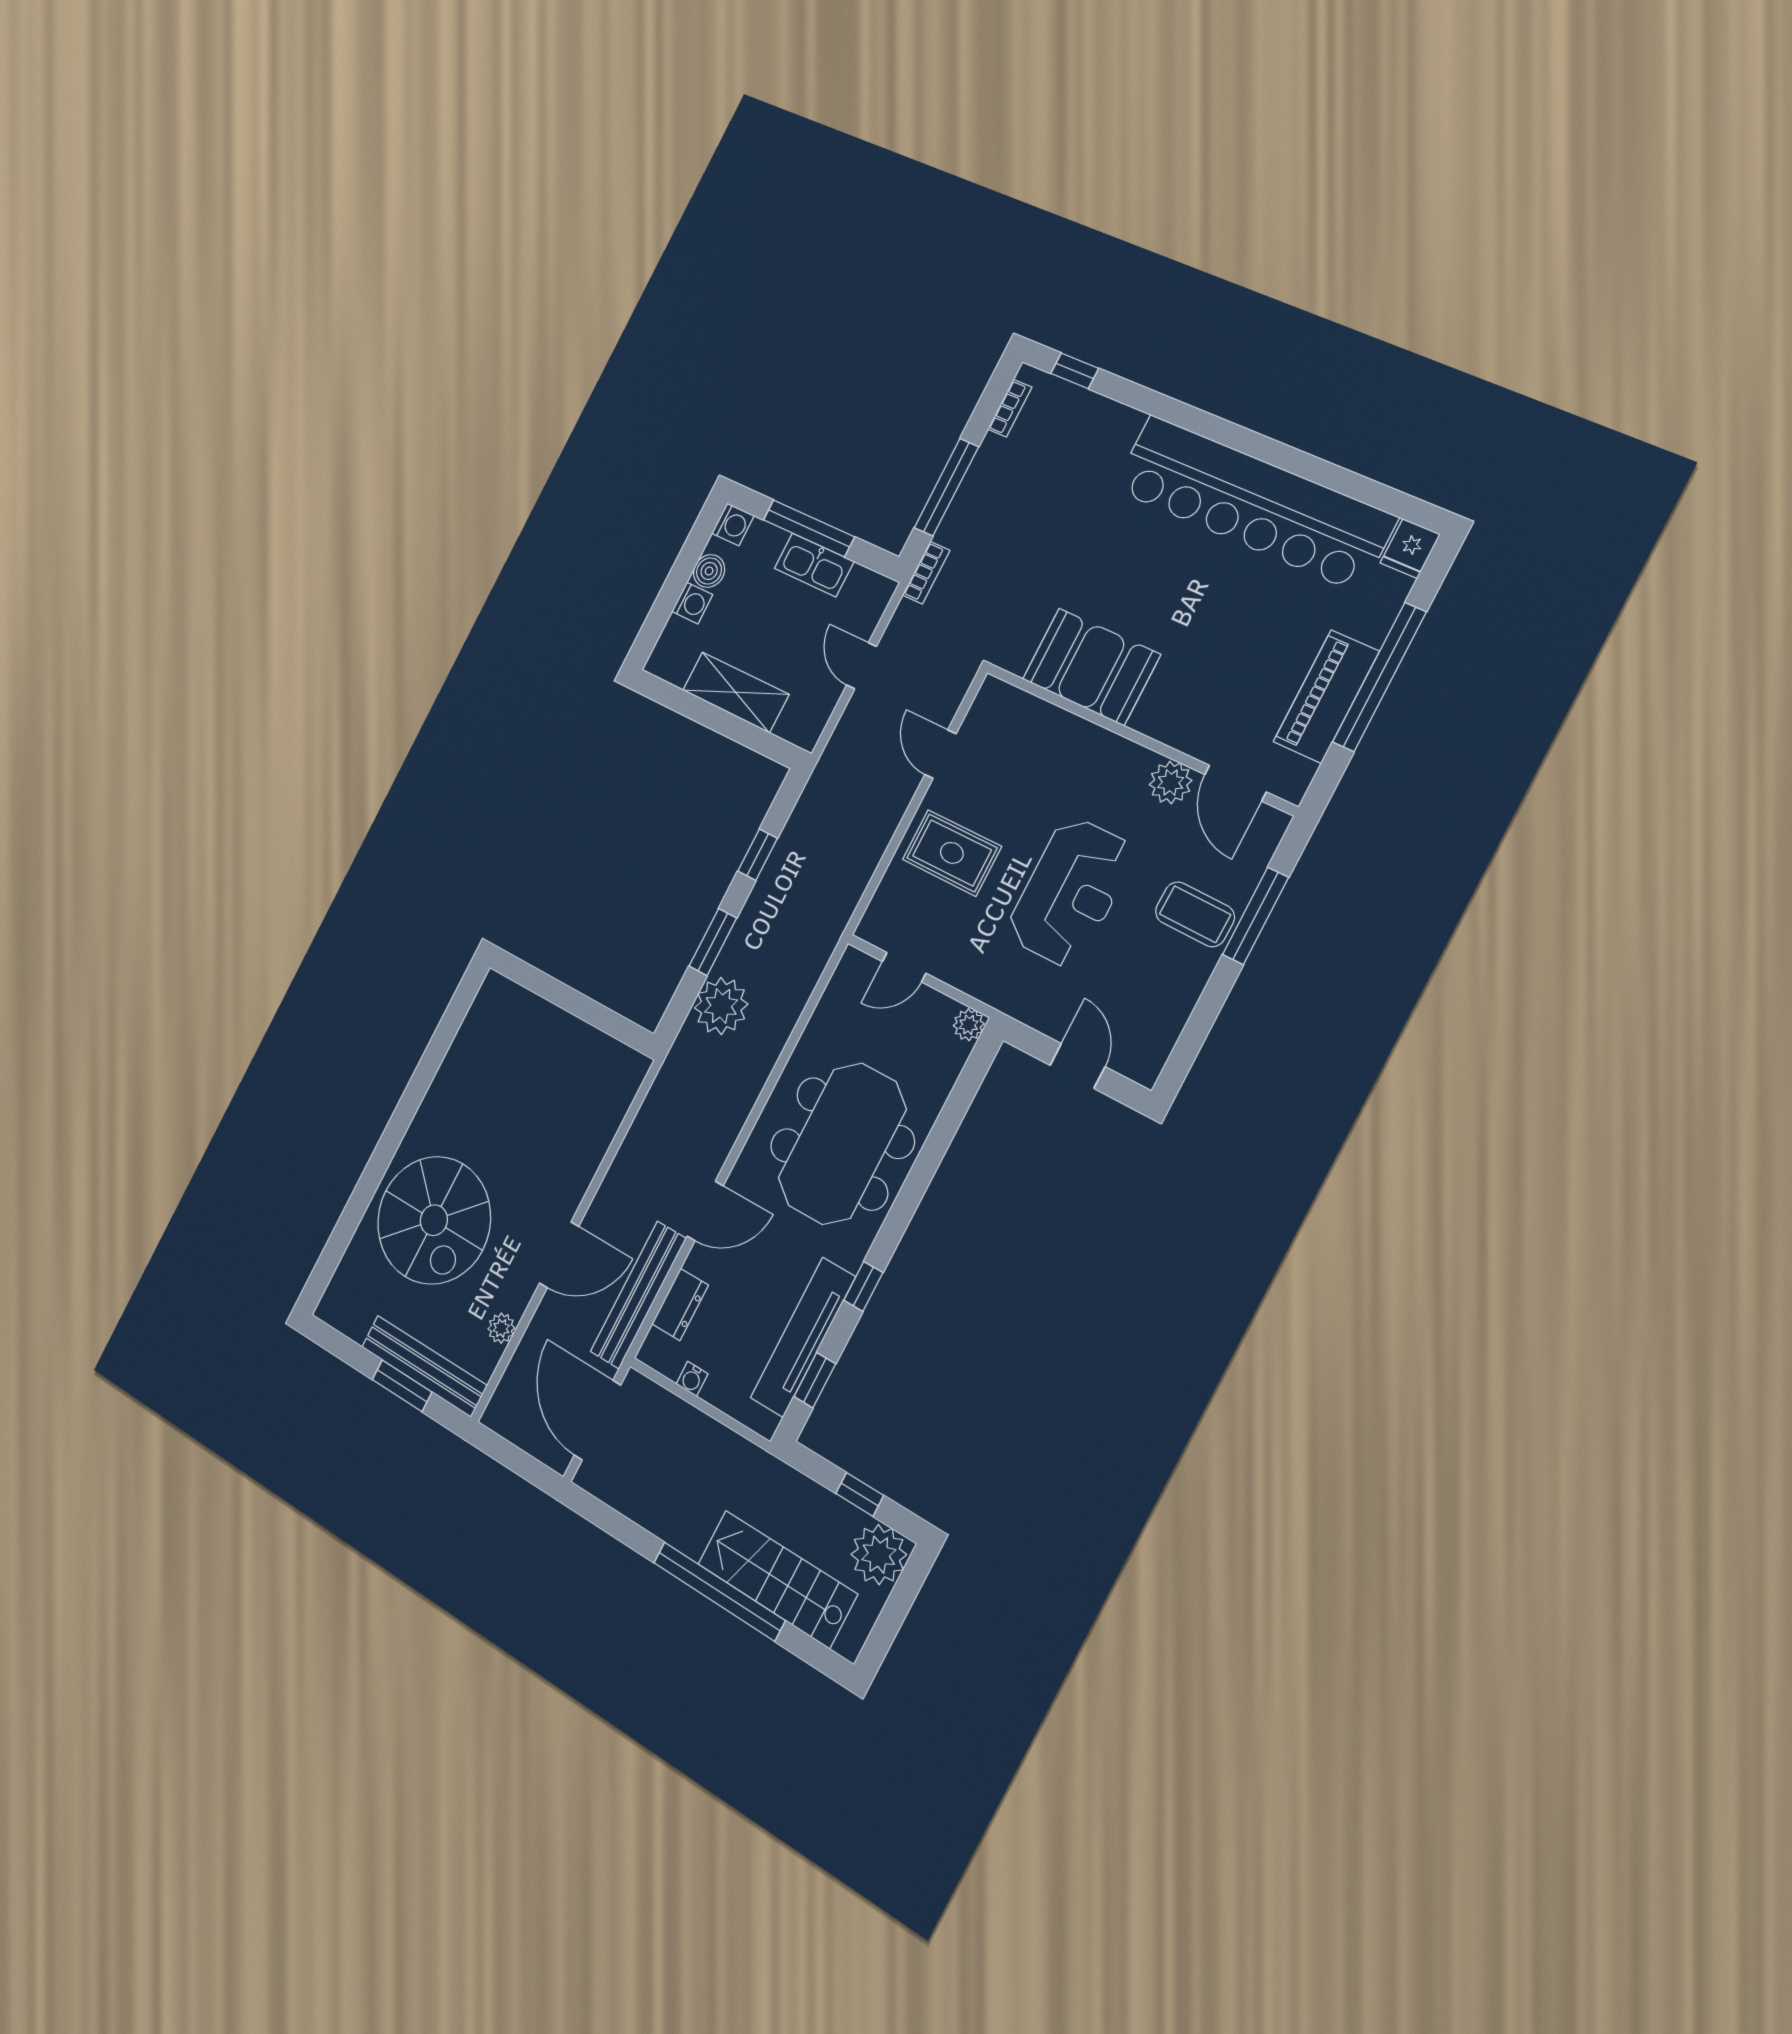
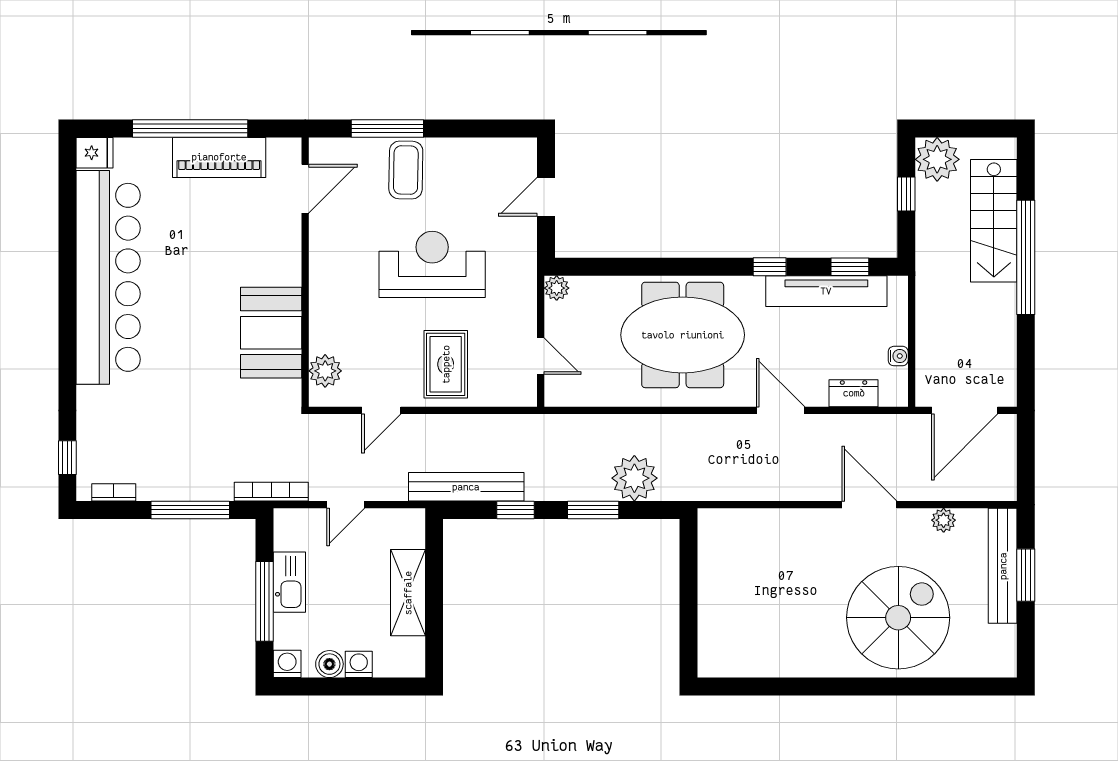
bookcase: (926, 573) -> (271, 492), width x1.56
plant: (1171, 782) -> (325, 371), moved
bench: (638, 1295) -> (466, 487), moved

